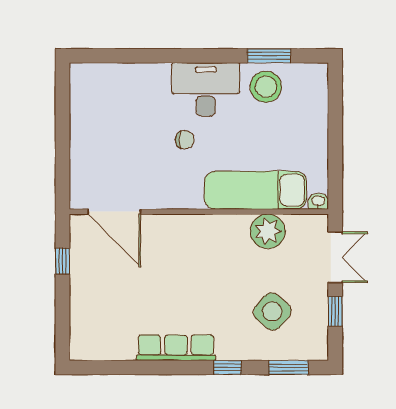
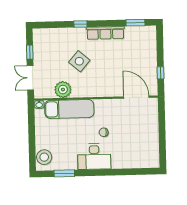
stool: (266, 87) -> (44, 157), moved
side table: (272, 311) -> (79, 61), moved
window: (288, 367) -> (135, 23), moved

